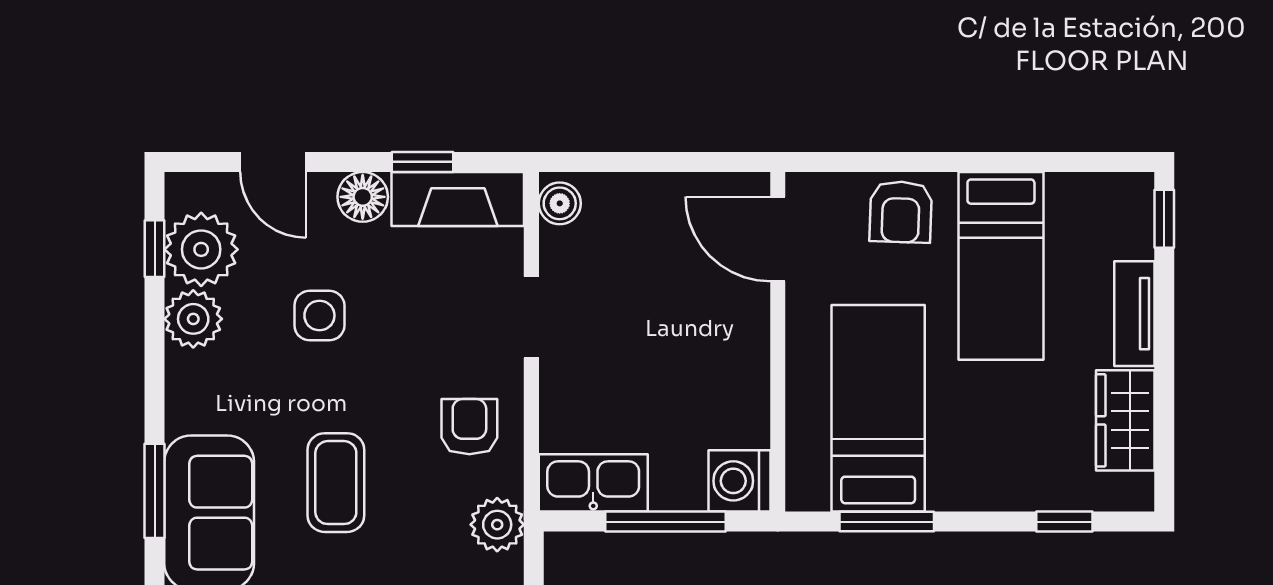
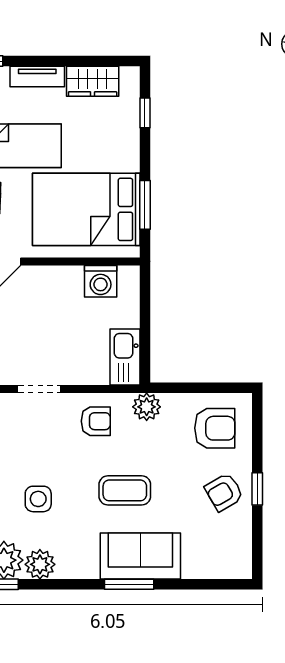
bed: (878, 408) -> (86, 209), width x1.50
armchair: (469, 427) -> (96, 421), turned 180
washing machine: (739, 481) -> (101, 281), moved
window: (666, 522) -> (145, 320), removed

